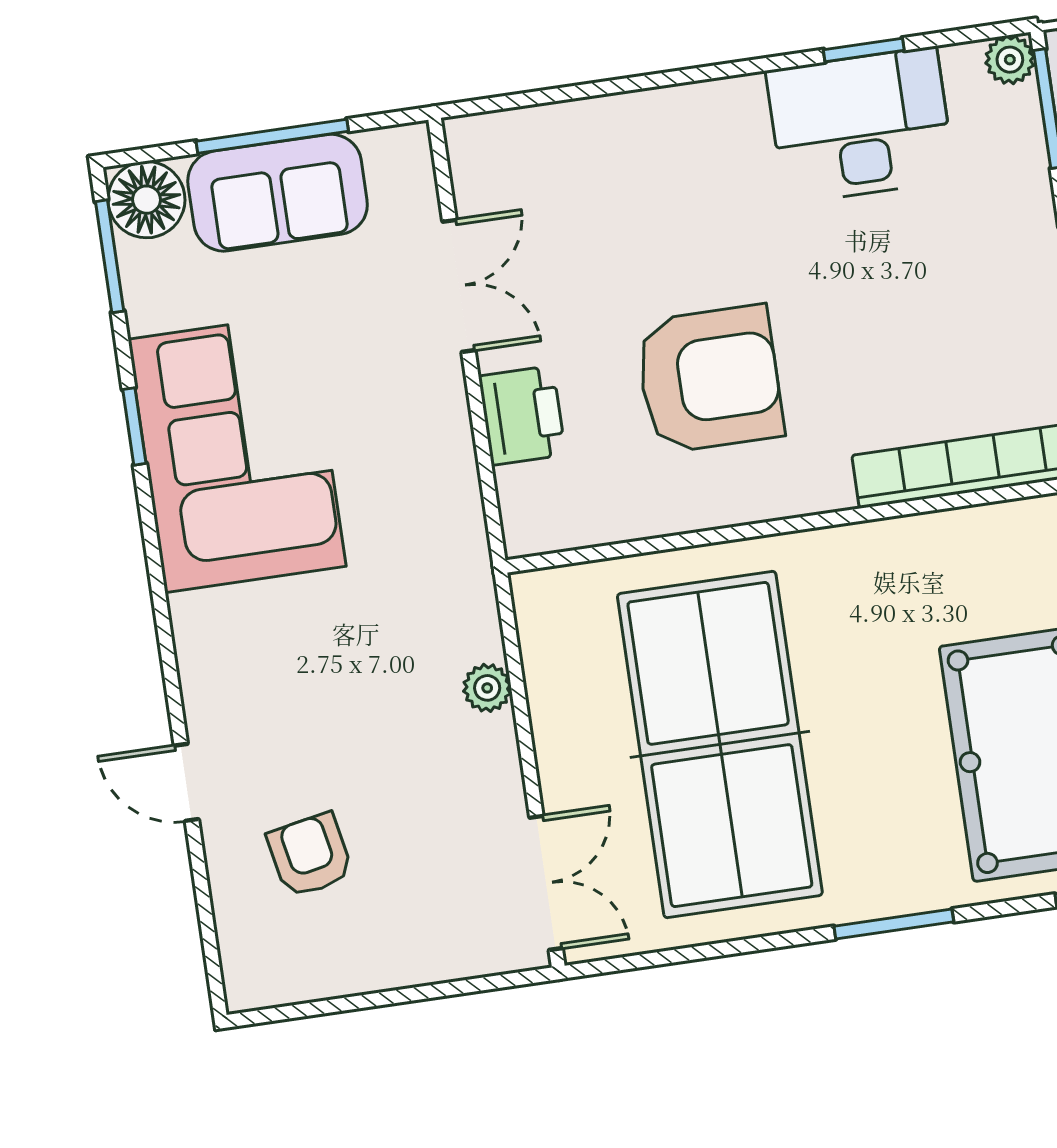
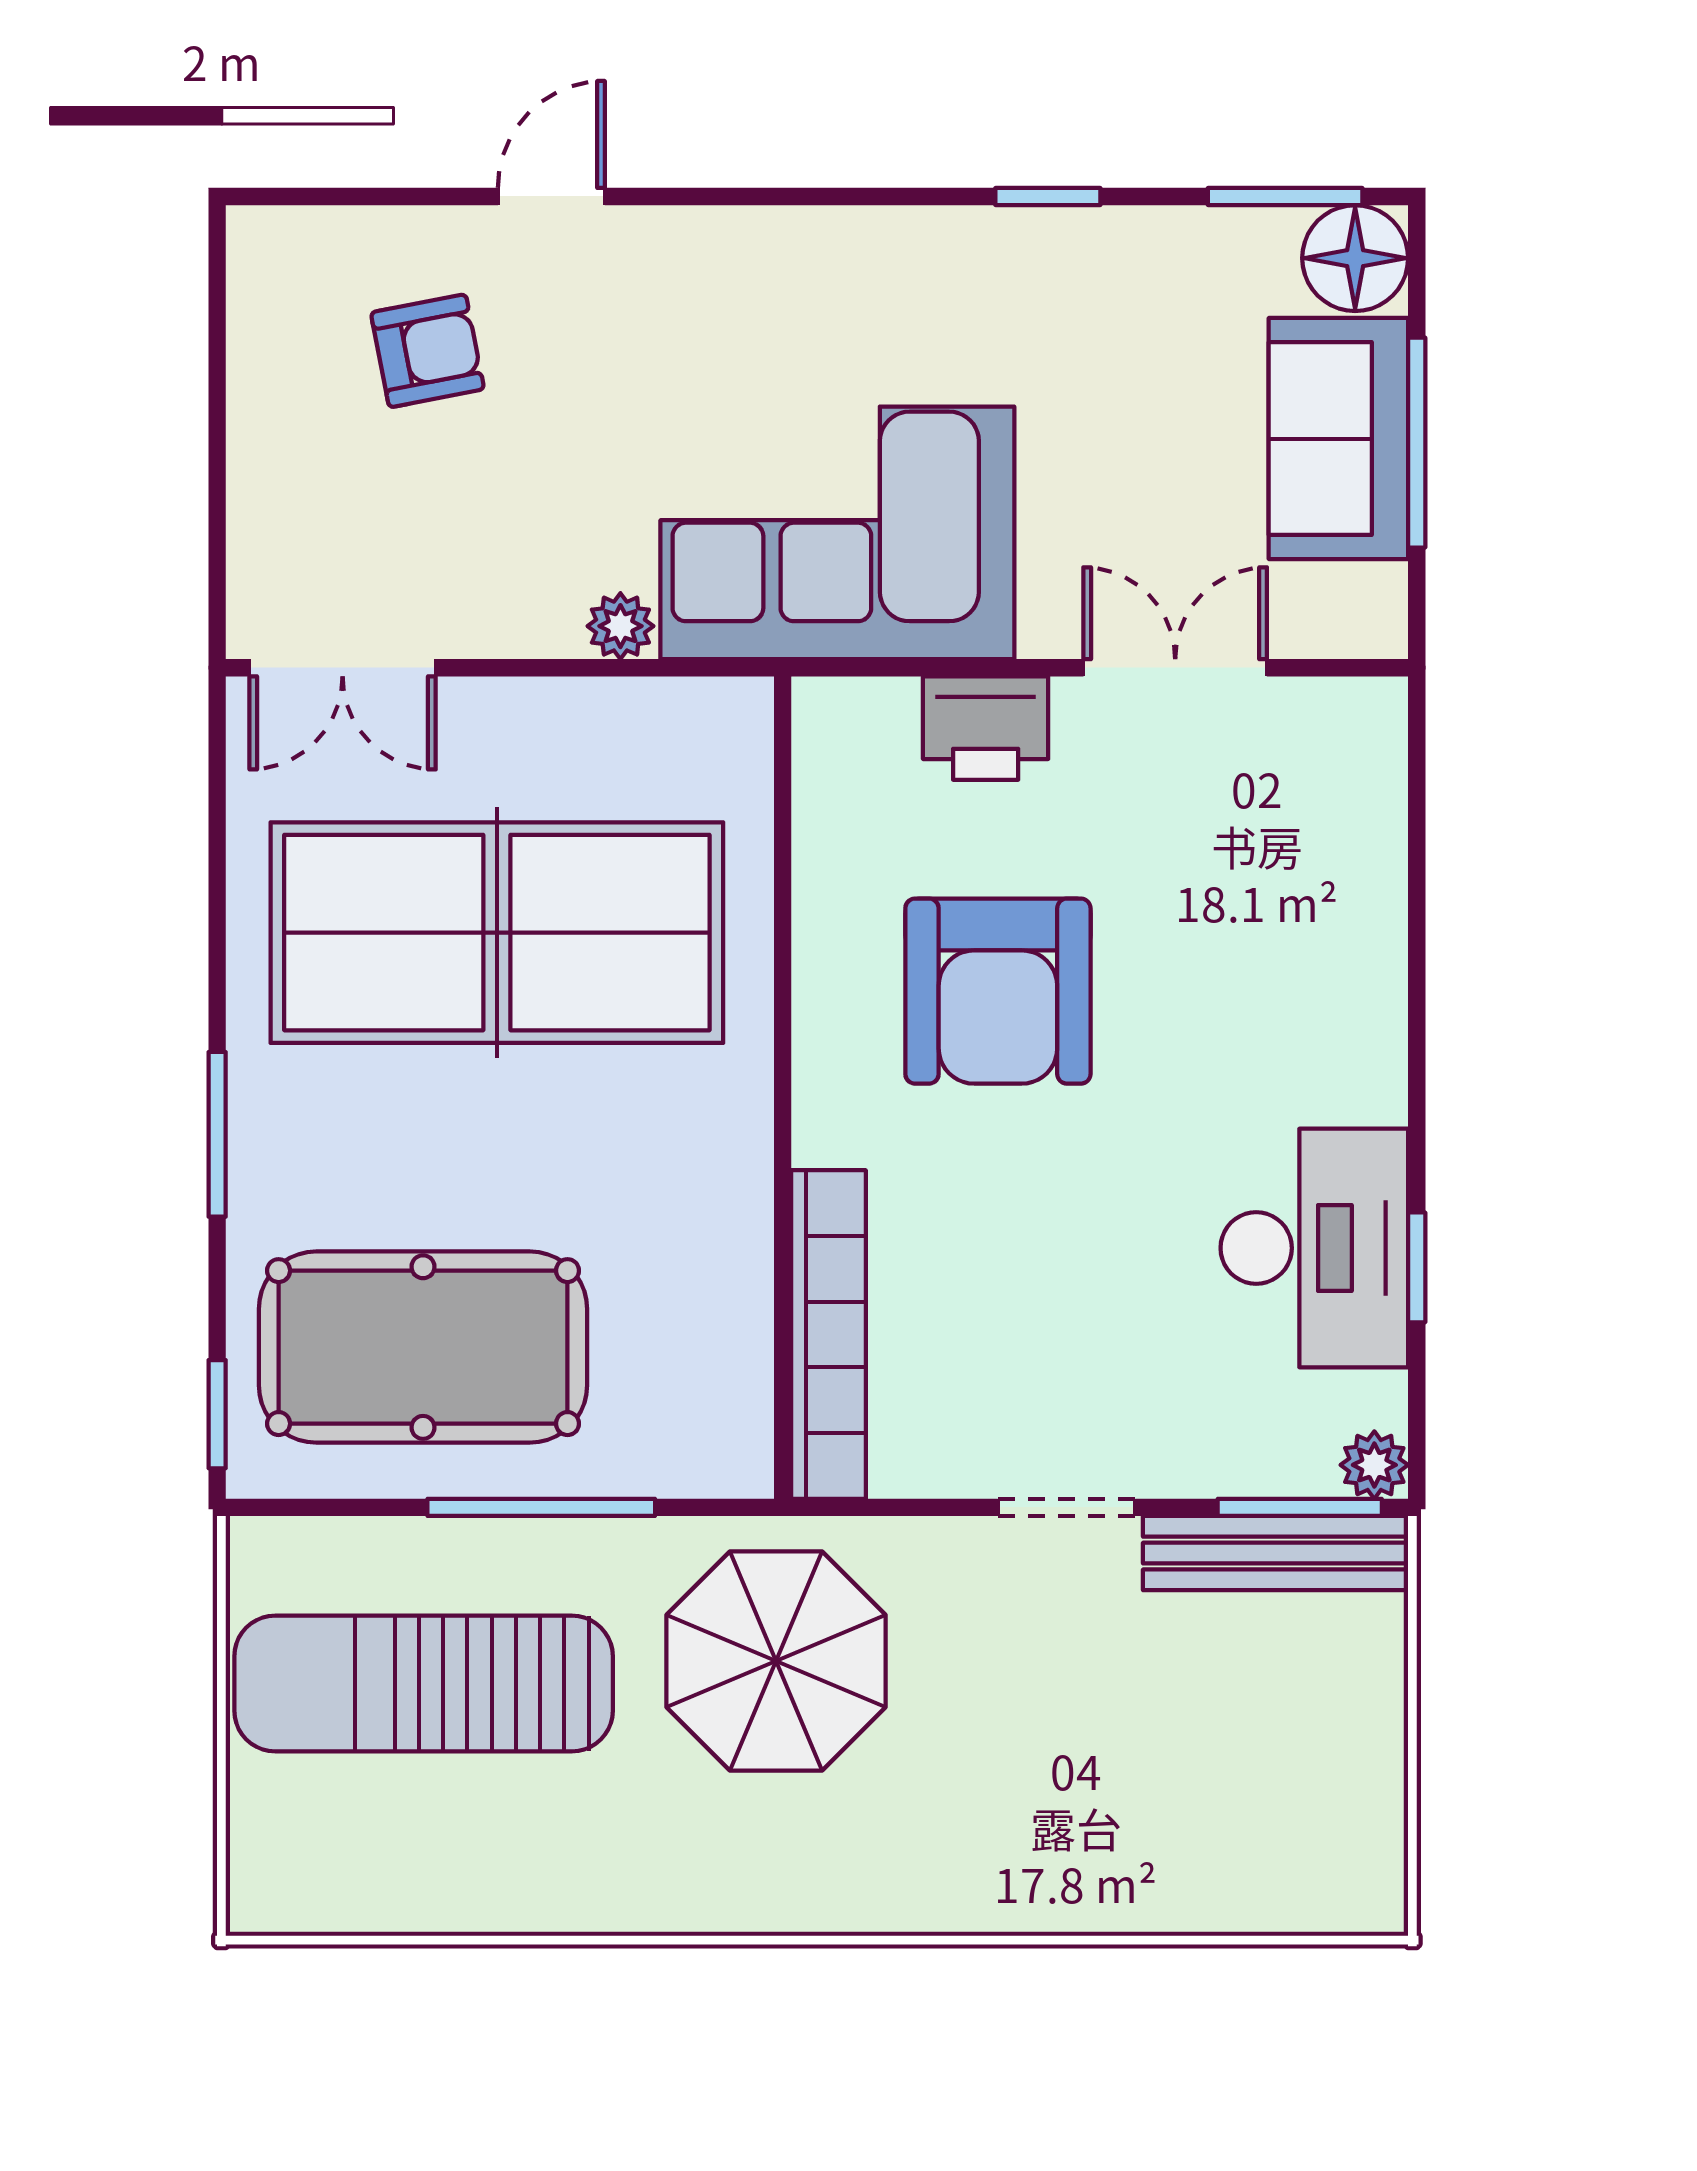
double door: (459, 286) -> (1175, 668), swing flipped
corner sofa: (237, 453) -> (837, 533), moved, turned 180

